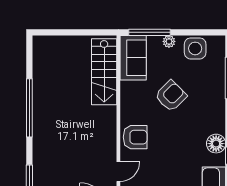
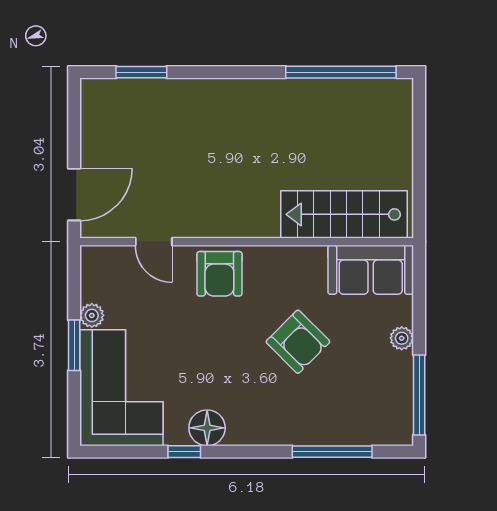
window: (149, 32) -> (419, 395), moved
side table: (195, 48) -> (388, 388), removed
window: (29, 108) -> (341, 72), moved

